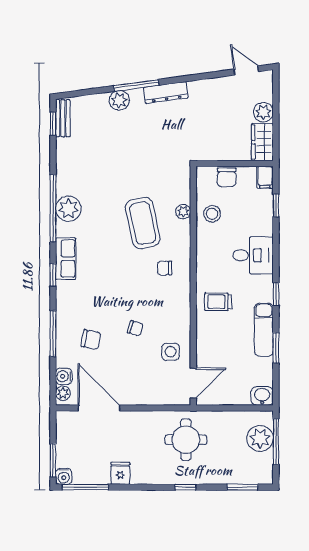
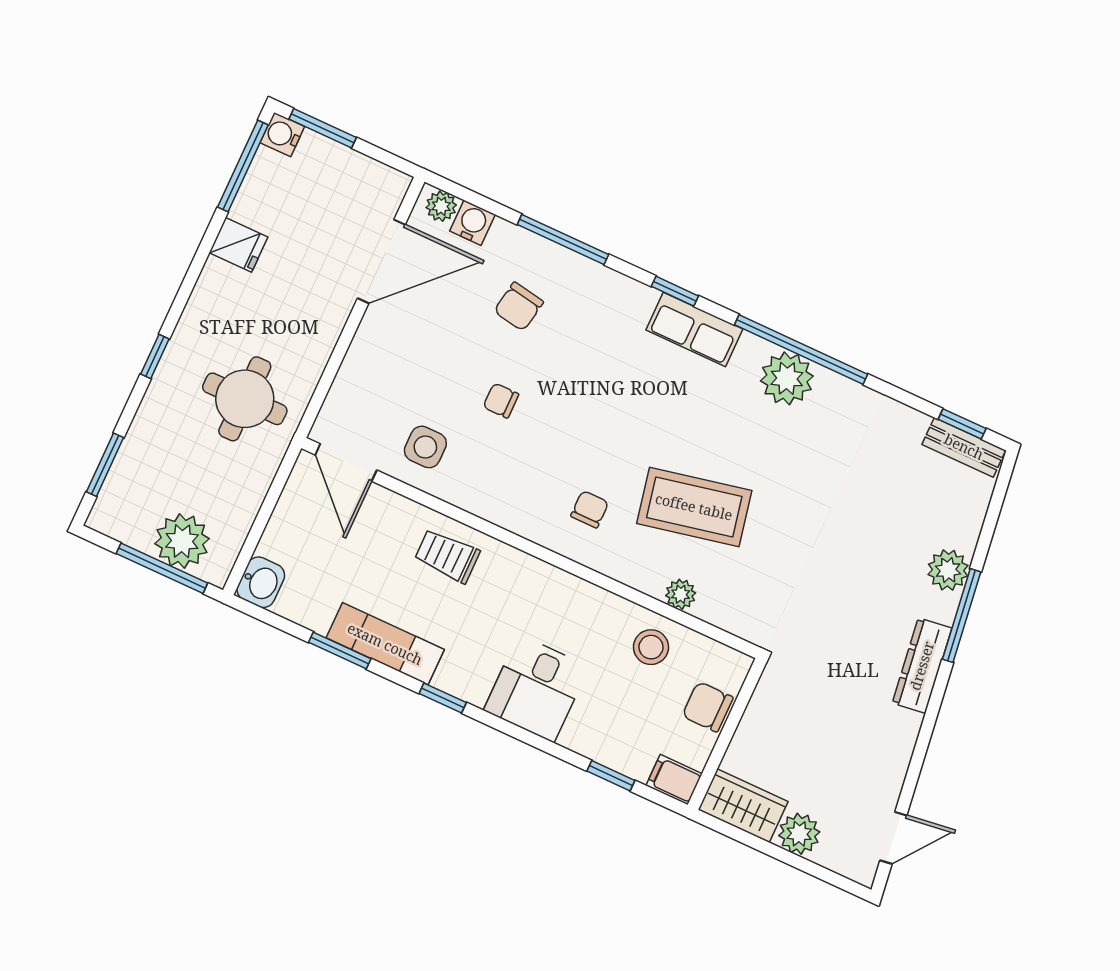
trolley: (218, 302) -> (447, 556), moved, turned -90
chair: (135, 328) -> (501, 401), turned 73

